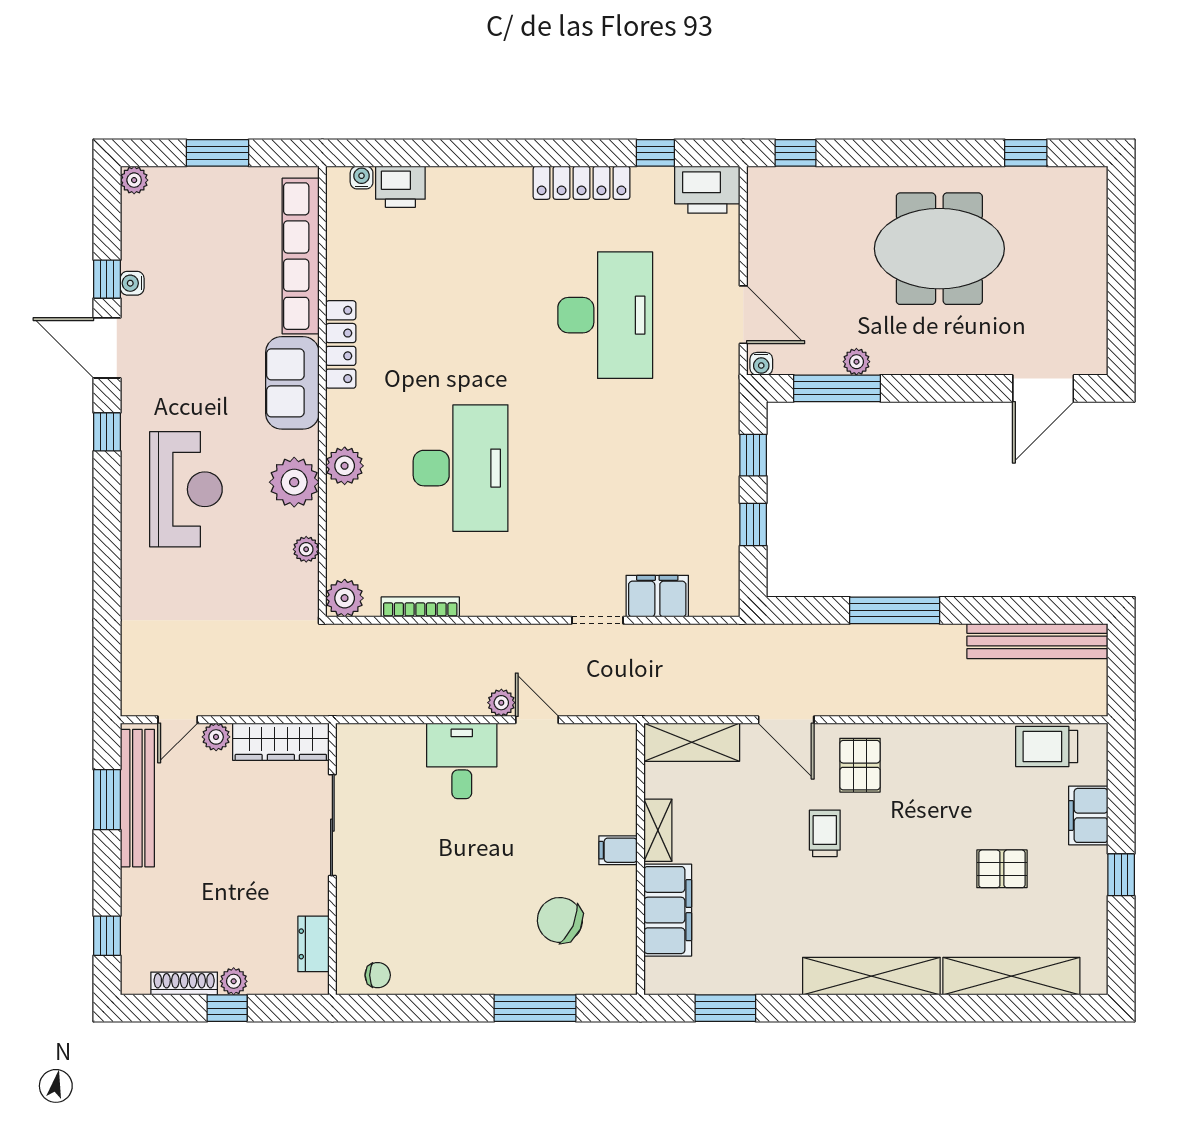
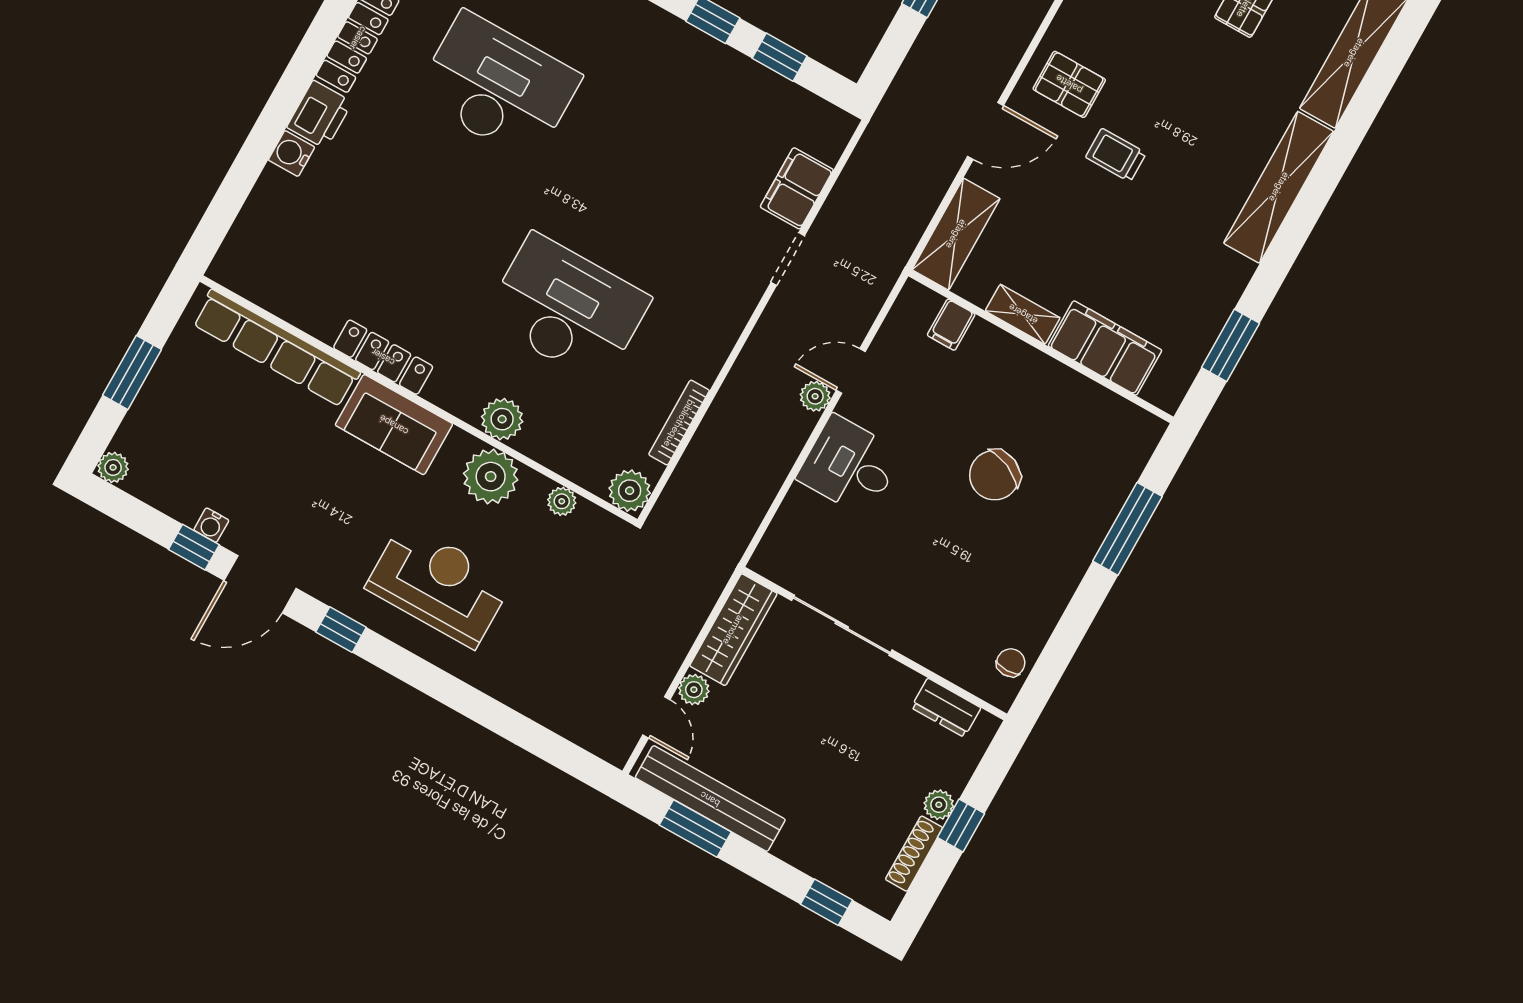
water cooler: (362, 178) -> (291, 154), moved, width x1.38, depth x1.38
printer: (400, 187) -> (320, 115), moved
filing cabinet: (618, 850) -> (951, 325), moved
chair: (560, 920) -> (995, 475), moved

